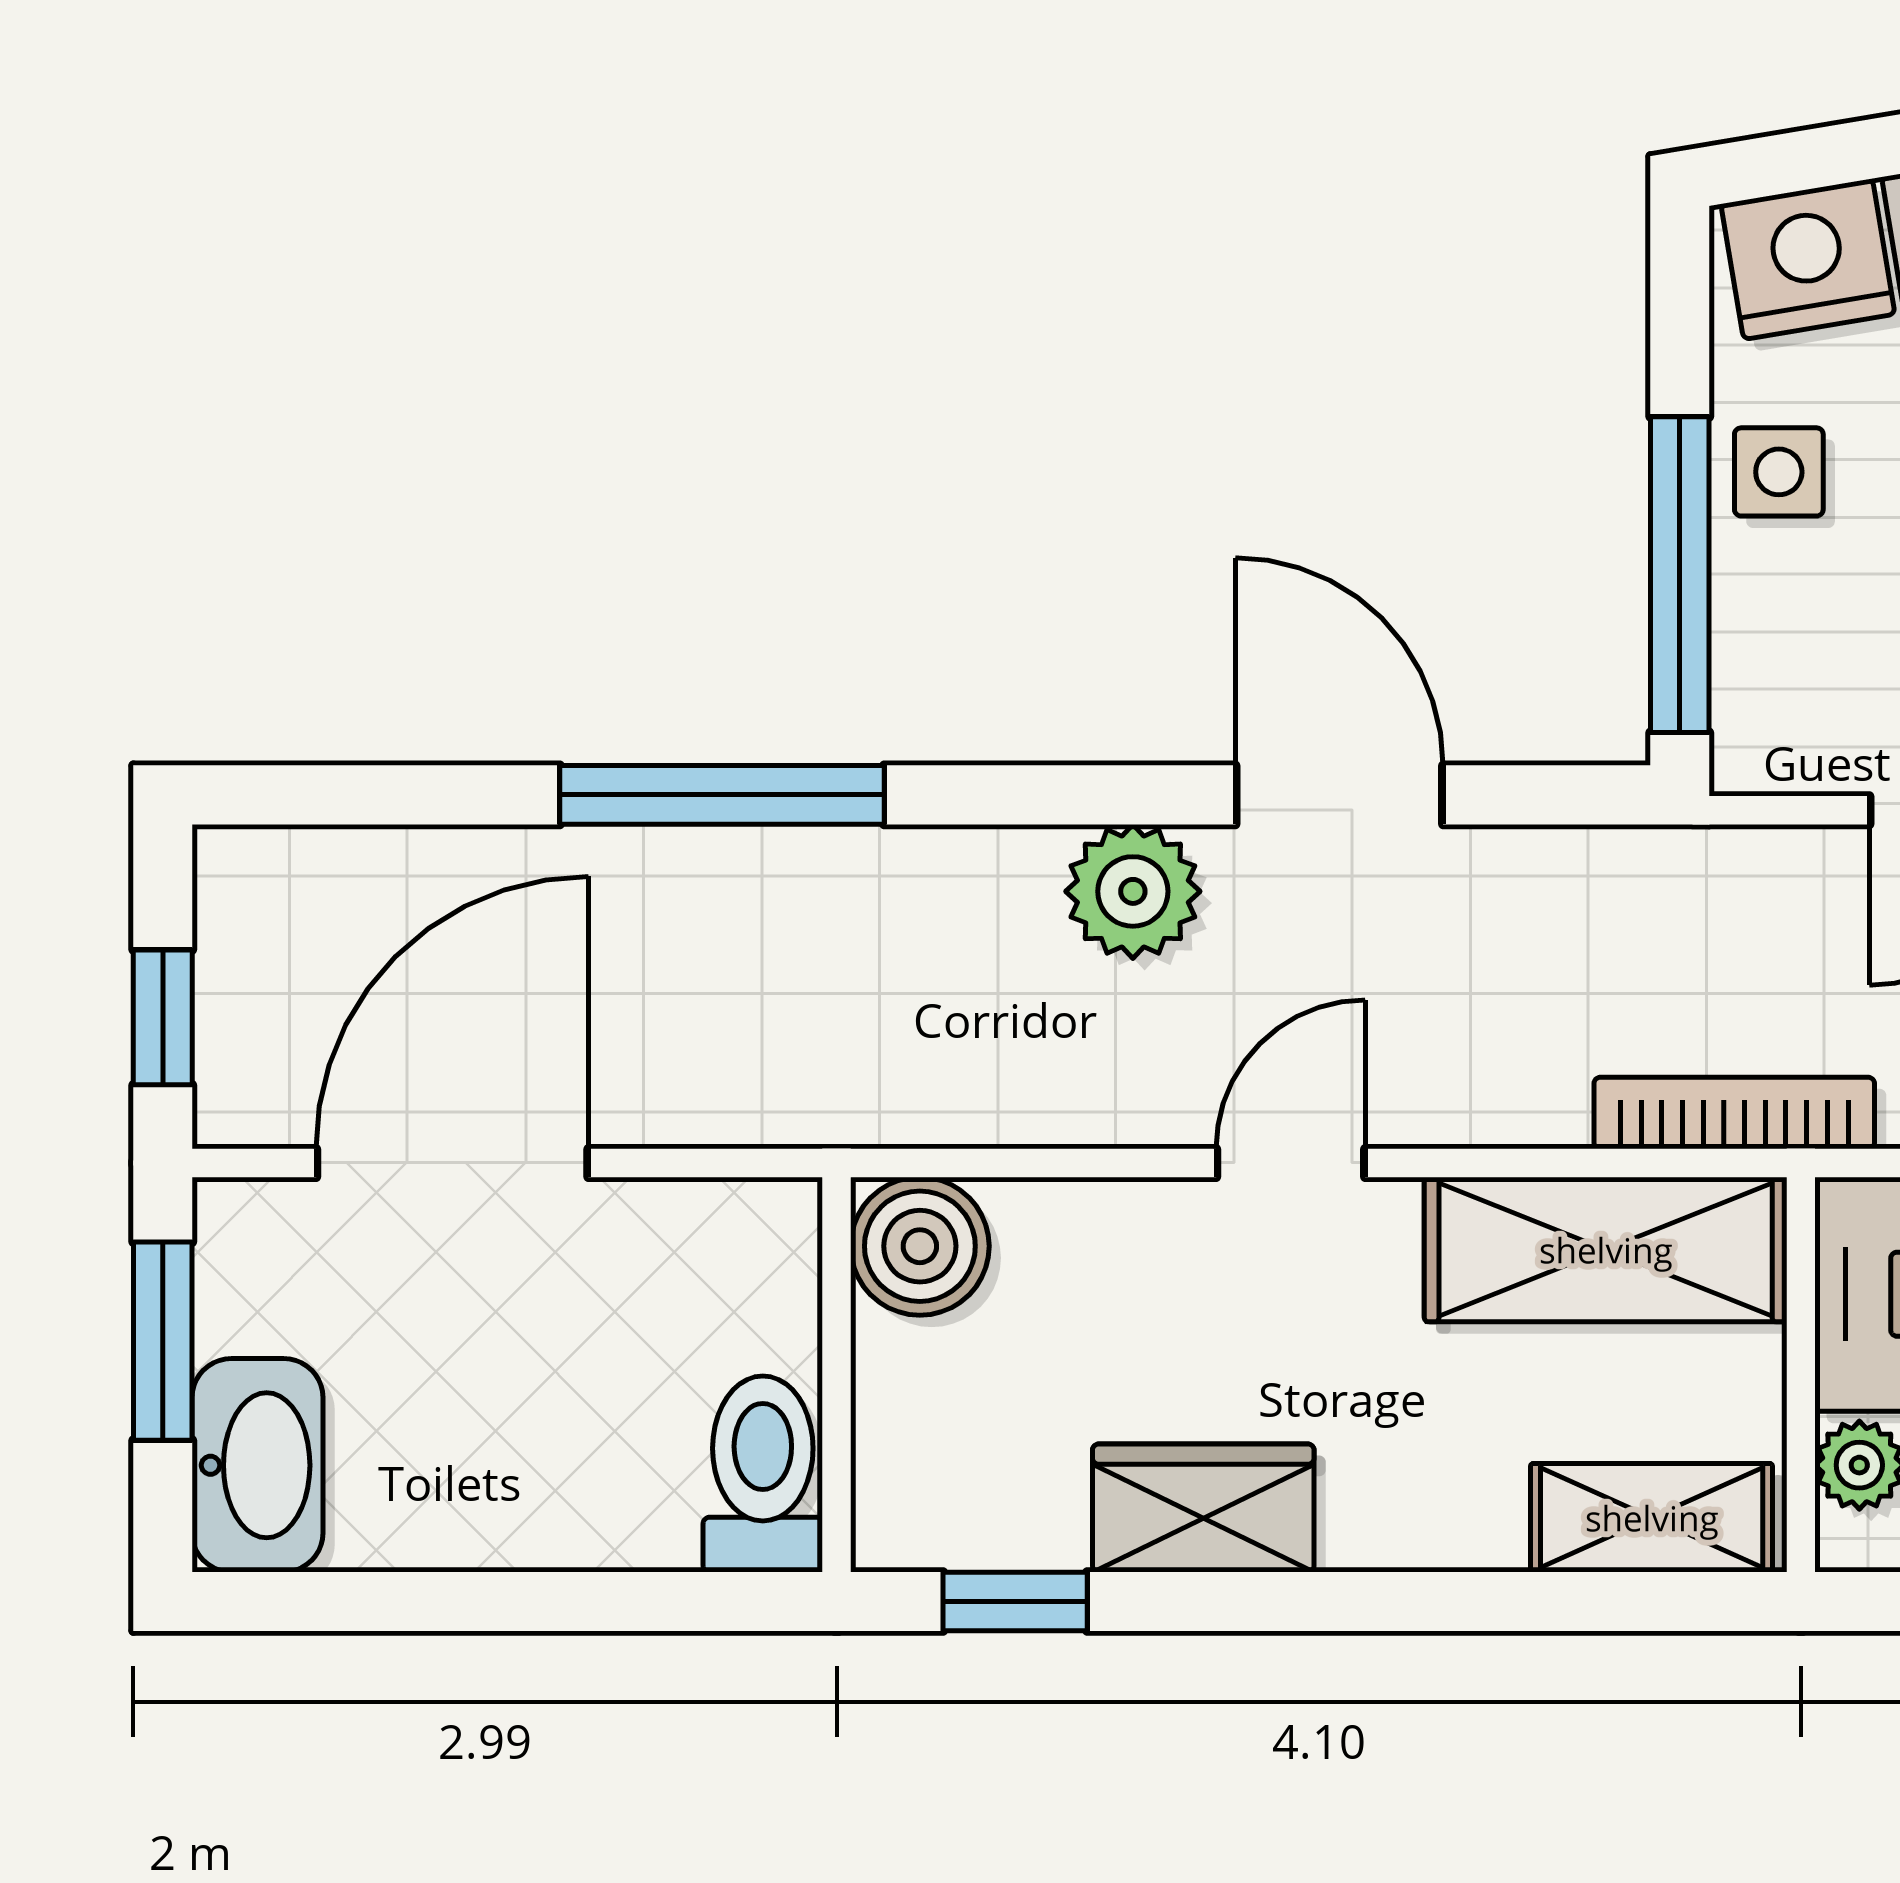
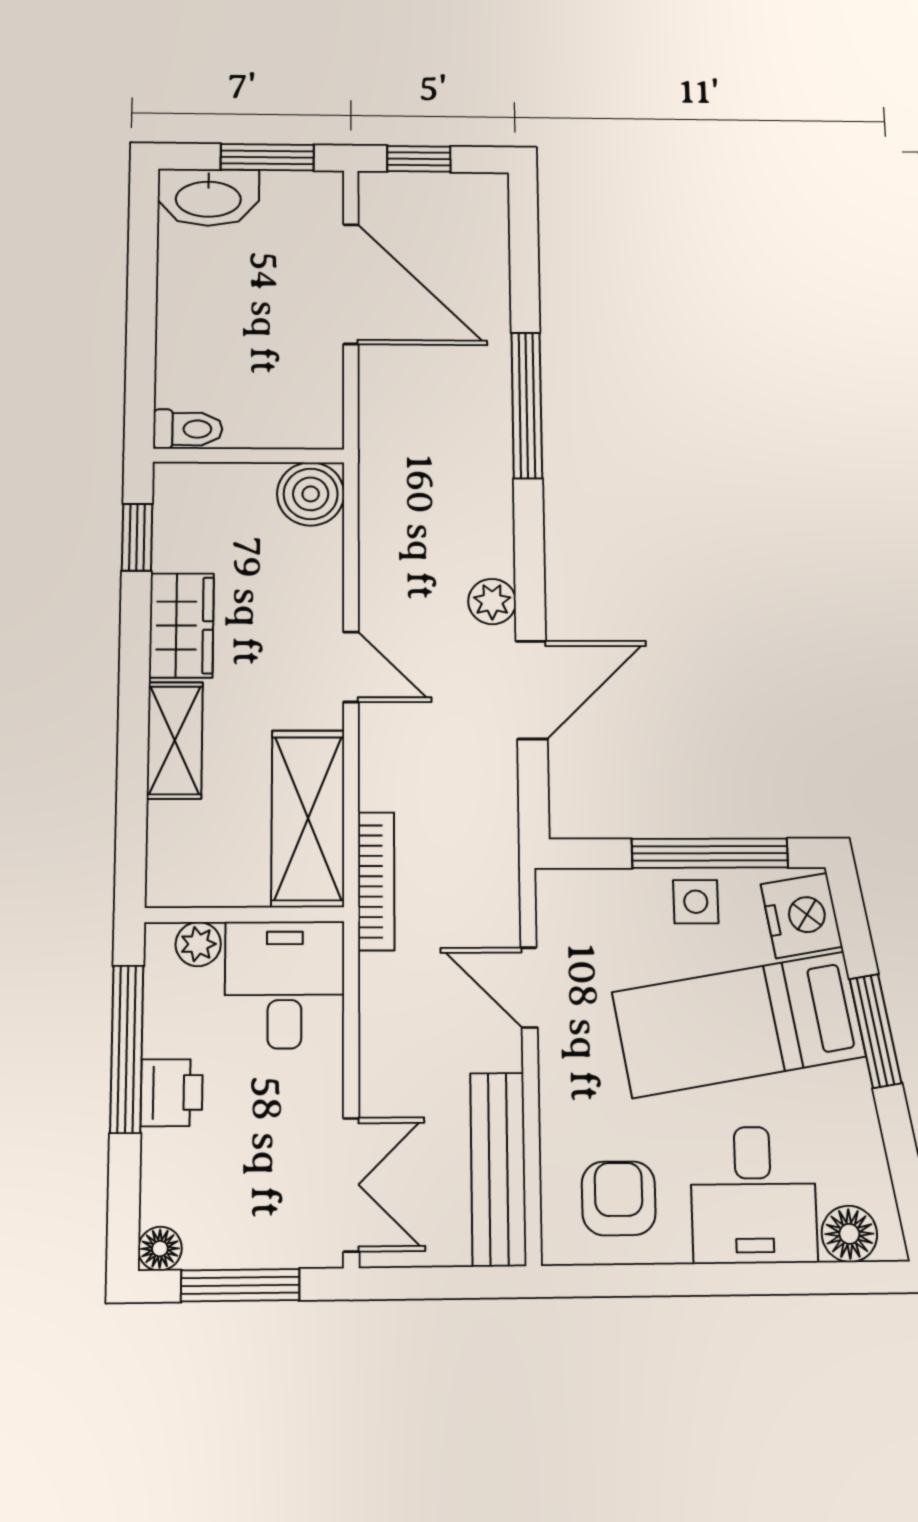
window: (1680, 575) -> (710, 853), moved
plant: (1133, 891) -> (492, 601), width x0.73, depth x0.73
toilet: (763, 1474) -> (188, 429), width x0.73, depth x0.72
shelving: (1652, 1518) -> (175, 740), moved

